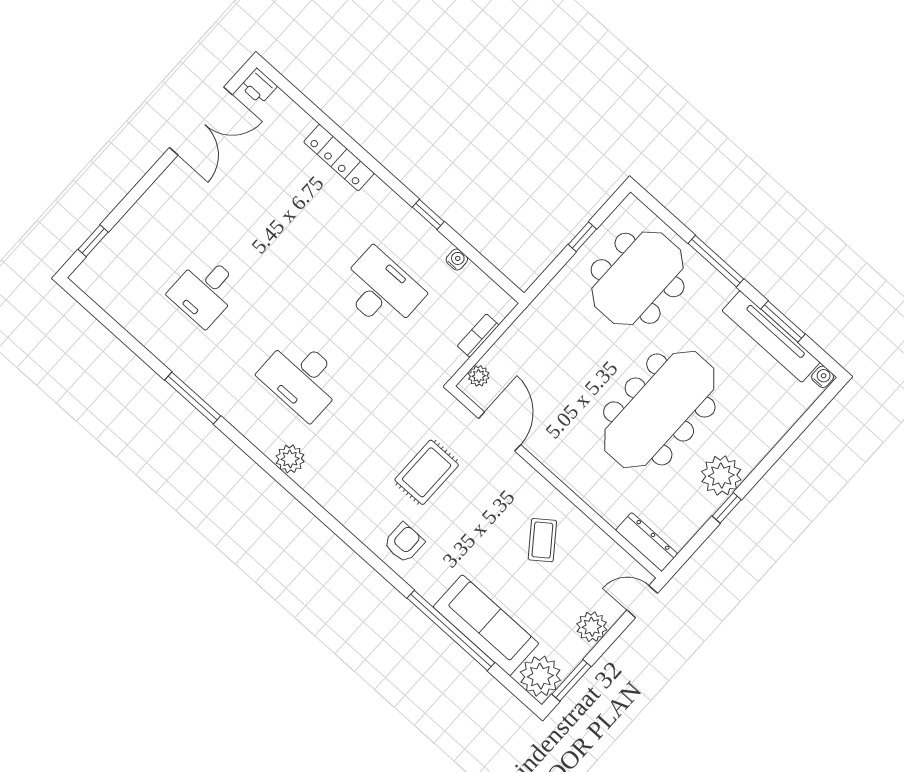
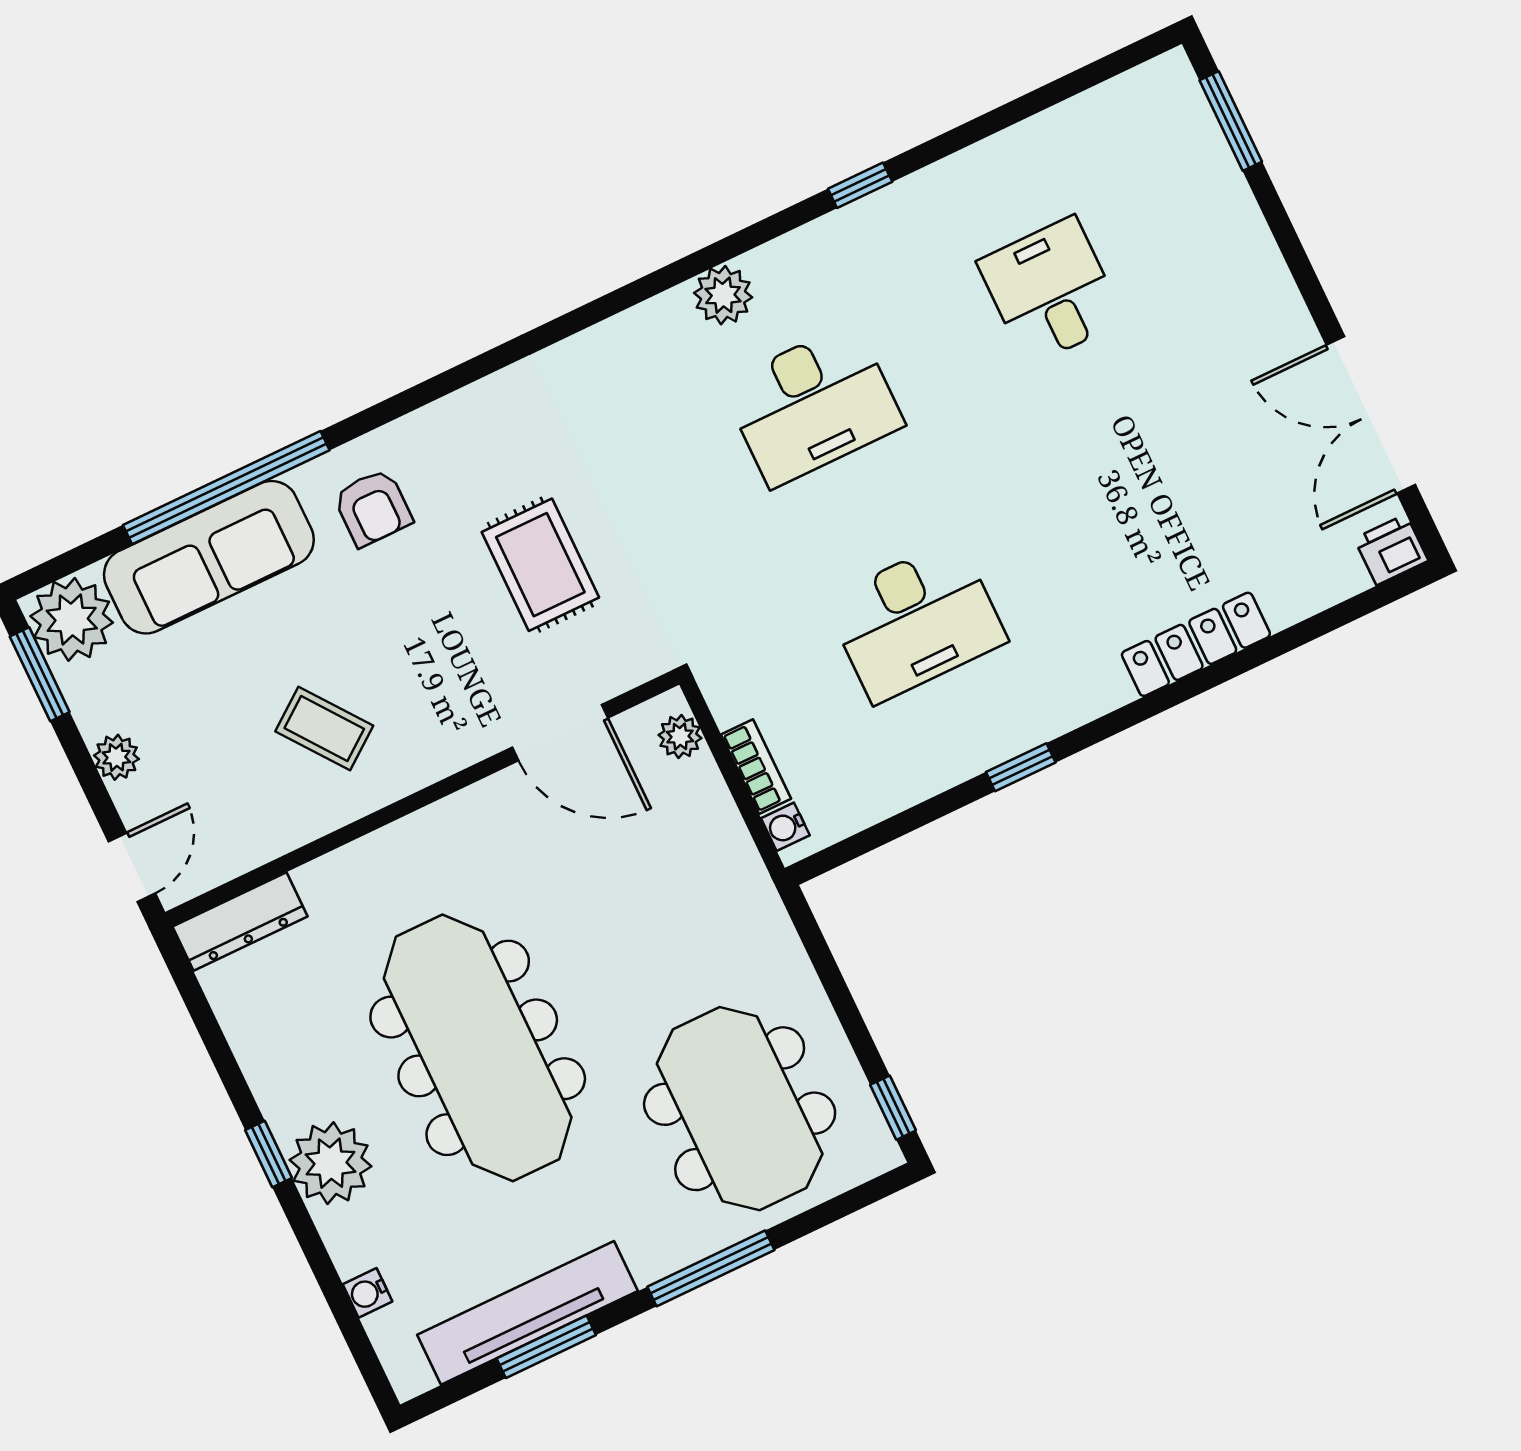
window: (582, 237) -> (893, 1108), moved
window: (93, 241) -> (1231, 121), width x1.50
water cooler: (457, 259) -> (785, 827), moved, turned 90
water cooler: (823, 377) -> (367, 1293), moved, turned 90
desk: (302, 378) -> (813, 405), turned 180
window: (193, 398) -> (860, 185), width x0.46
plant: (290, 459) -> (723, 295), moved
plant: (721, 476) -> (331, 1163), moved
window: (727, 508) -> (269, 1154), moved
armchair: (404, 543) -> (373, 508), moved
plant: (592, 627) -> (116, 757), width x0.73, depth x0.73

